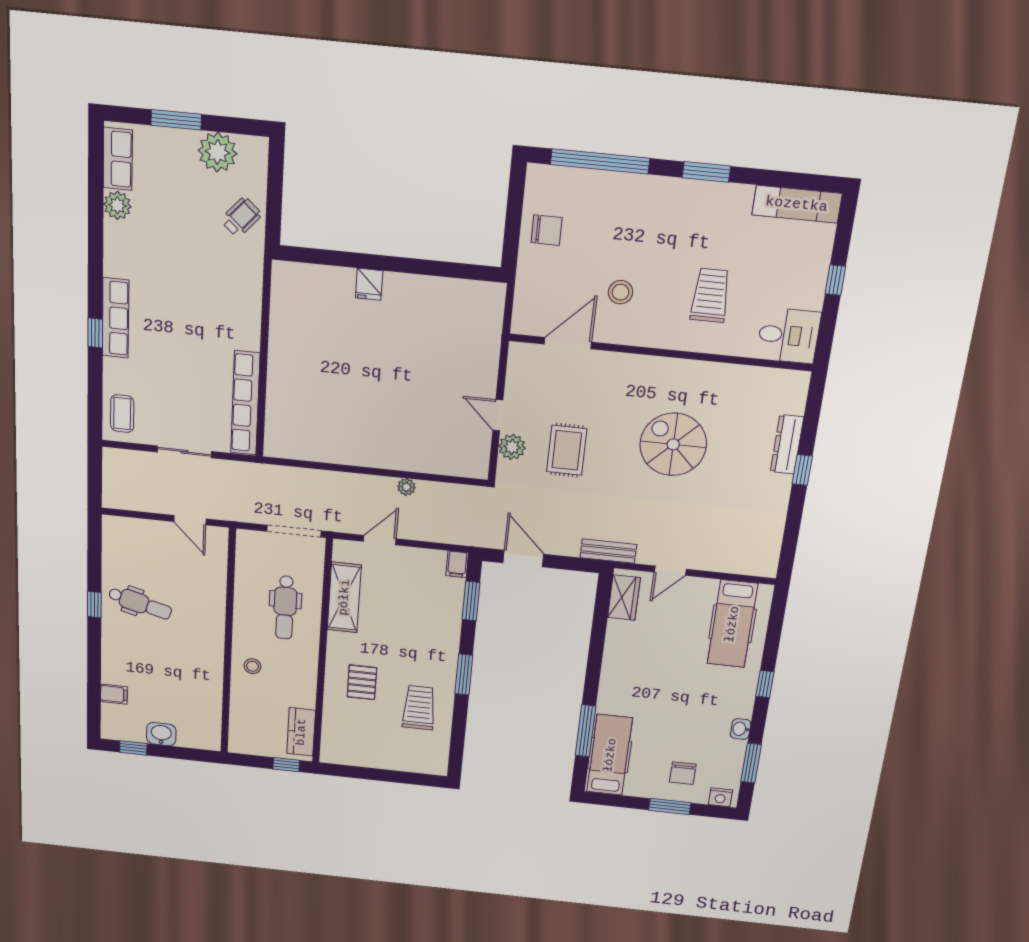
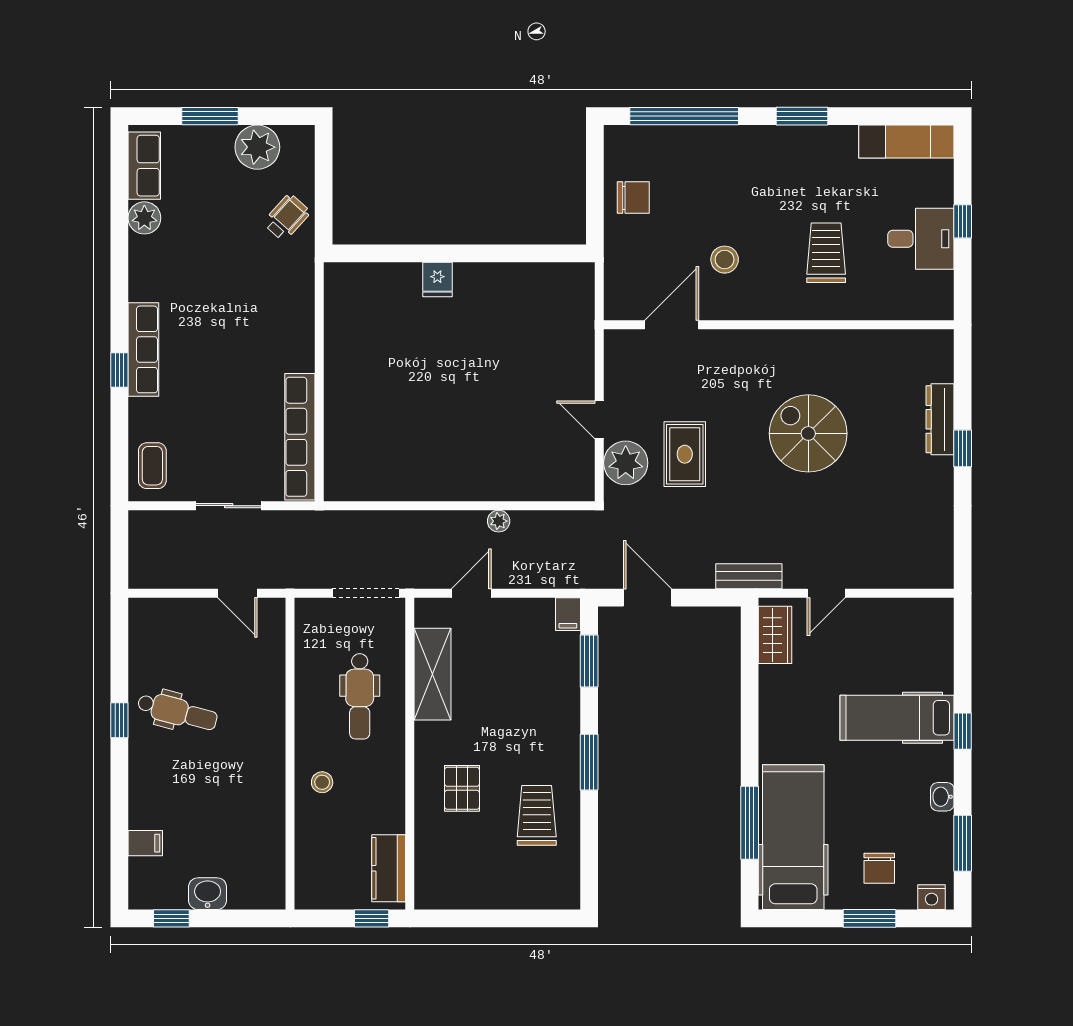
desk: (788, 335) -> (921, 239), moved
plant: (512, 447) -> (626, 463), width x1.36, depth x1.36
hospital bed: (732, 624) -> (897, 718), moved, turned 90
hospital bed: (610, 755) -> (793, 837), width x1.37, depth x1.29

